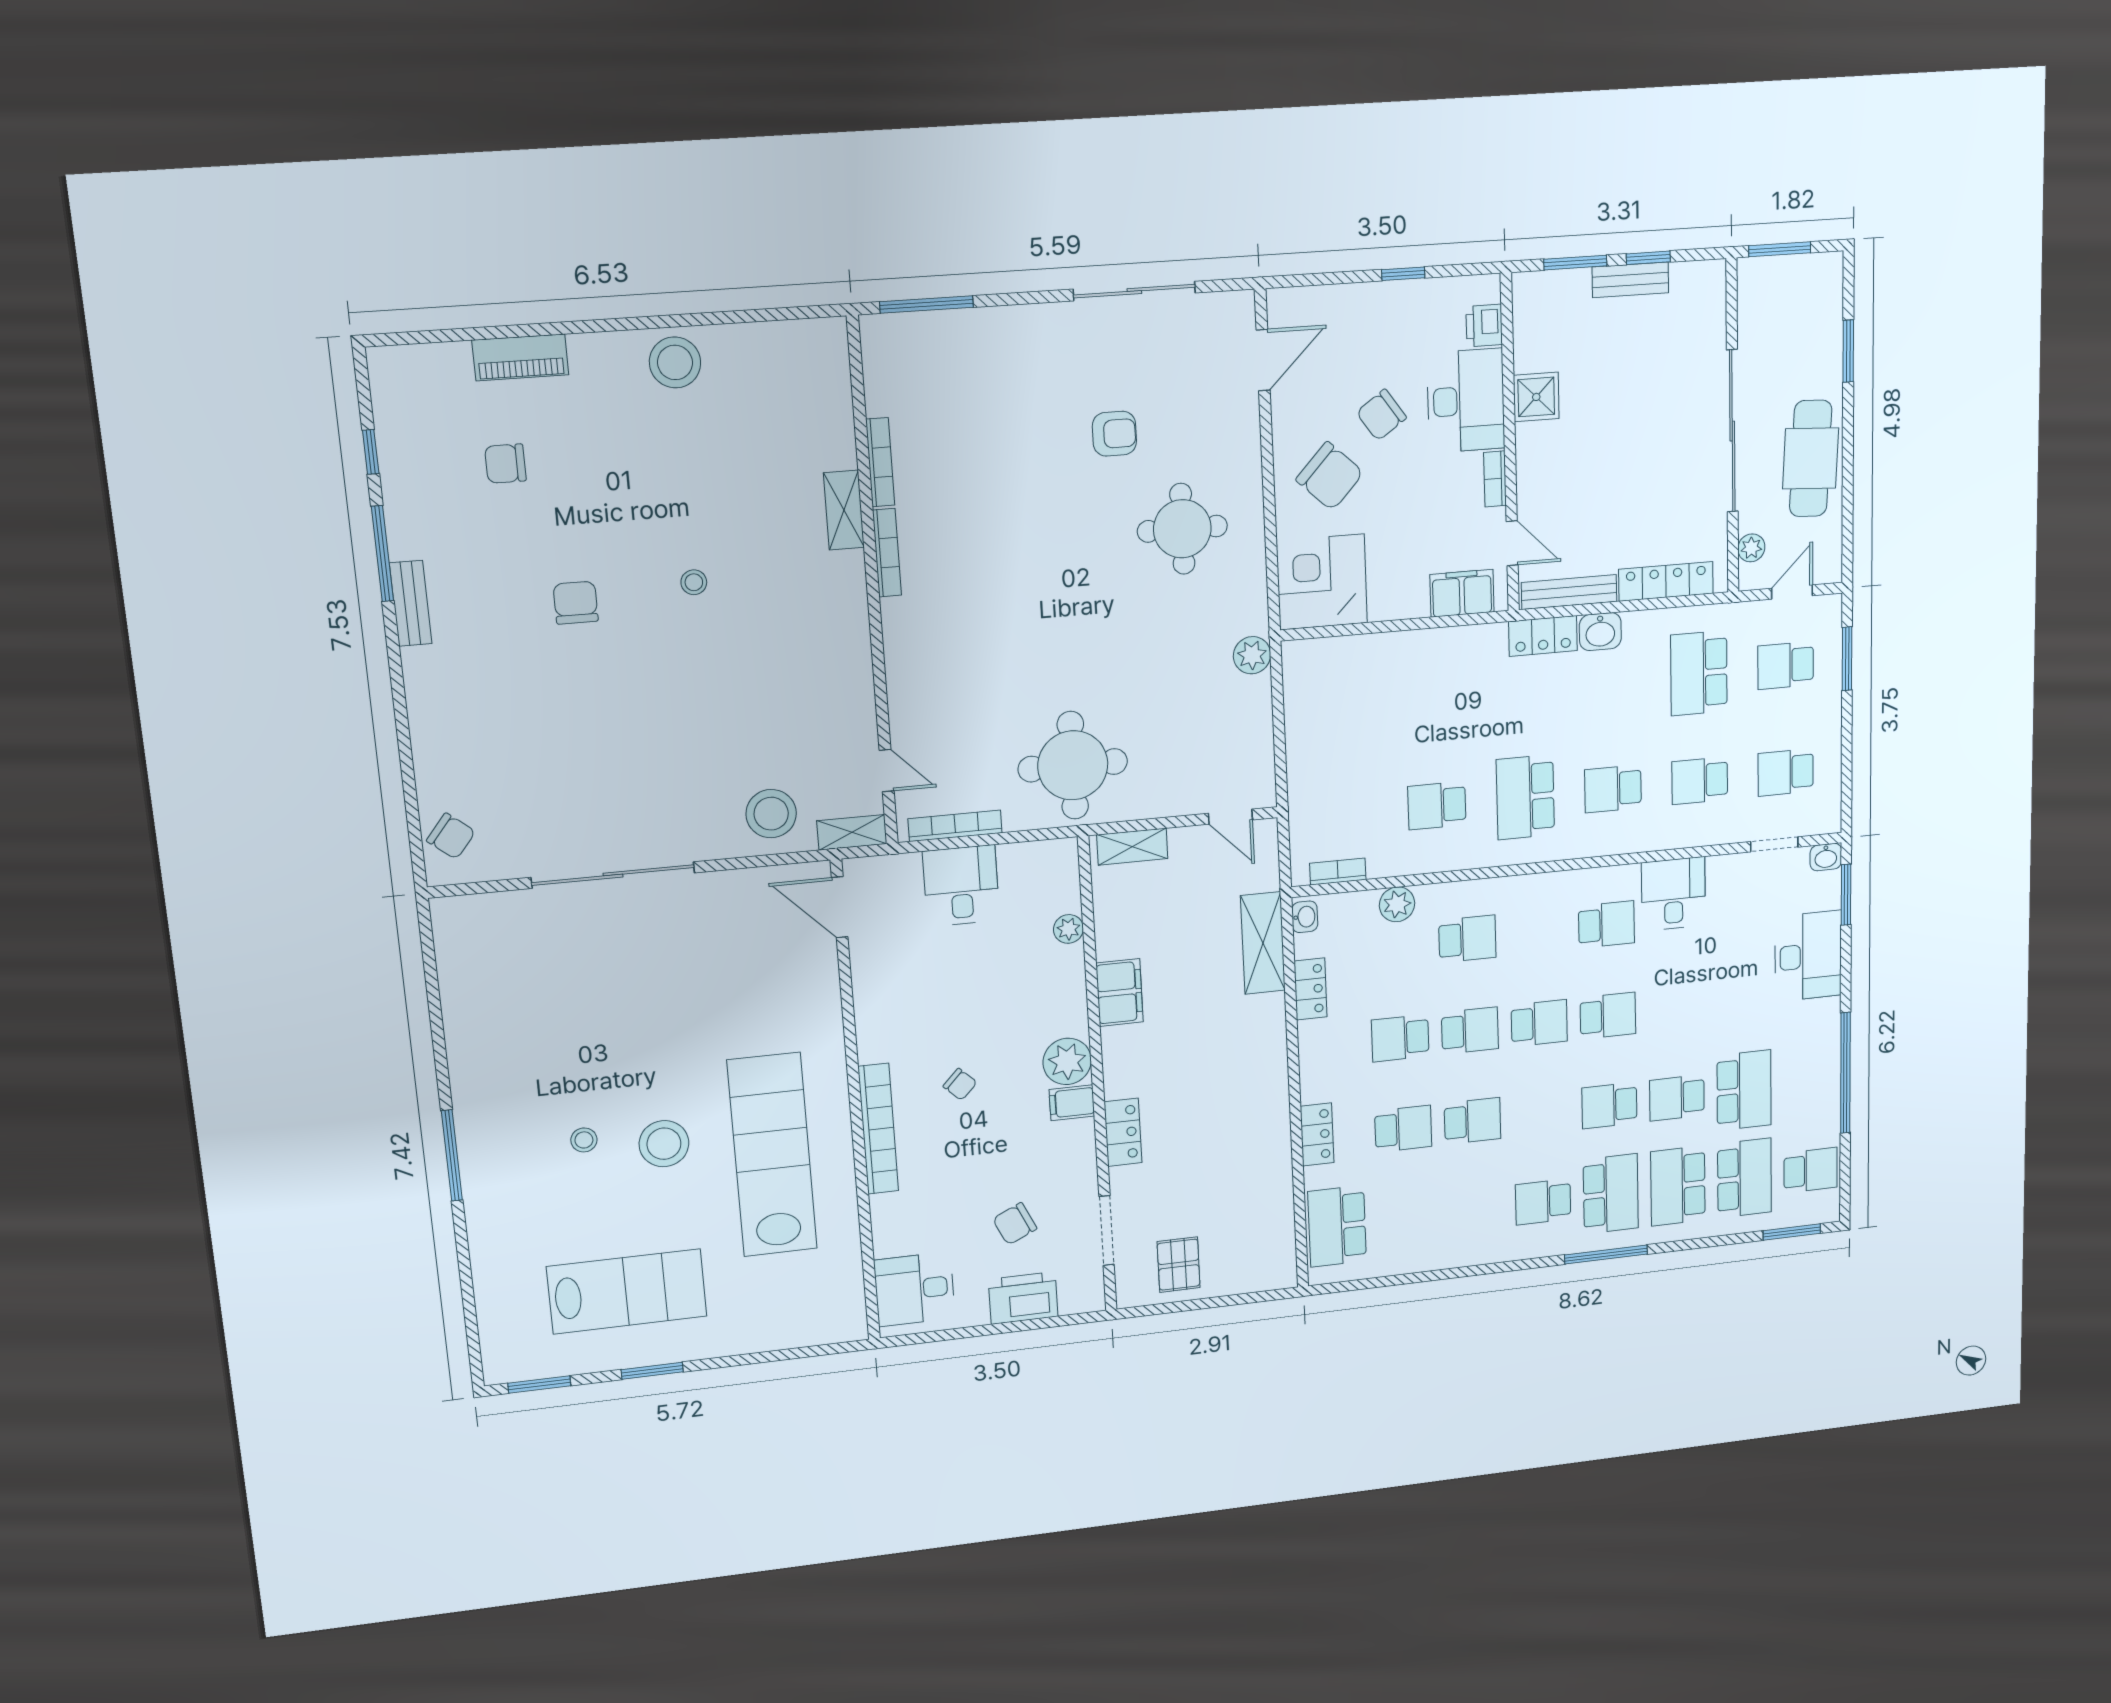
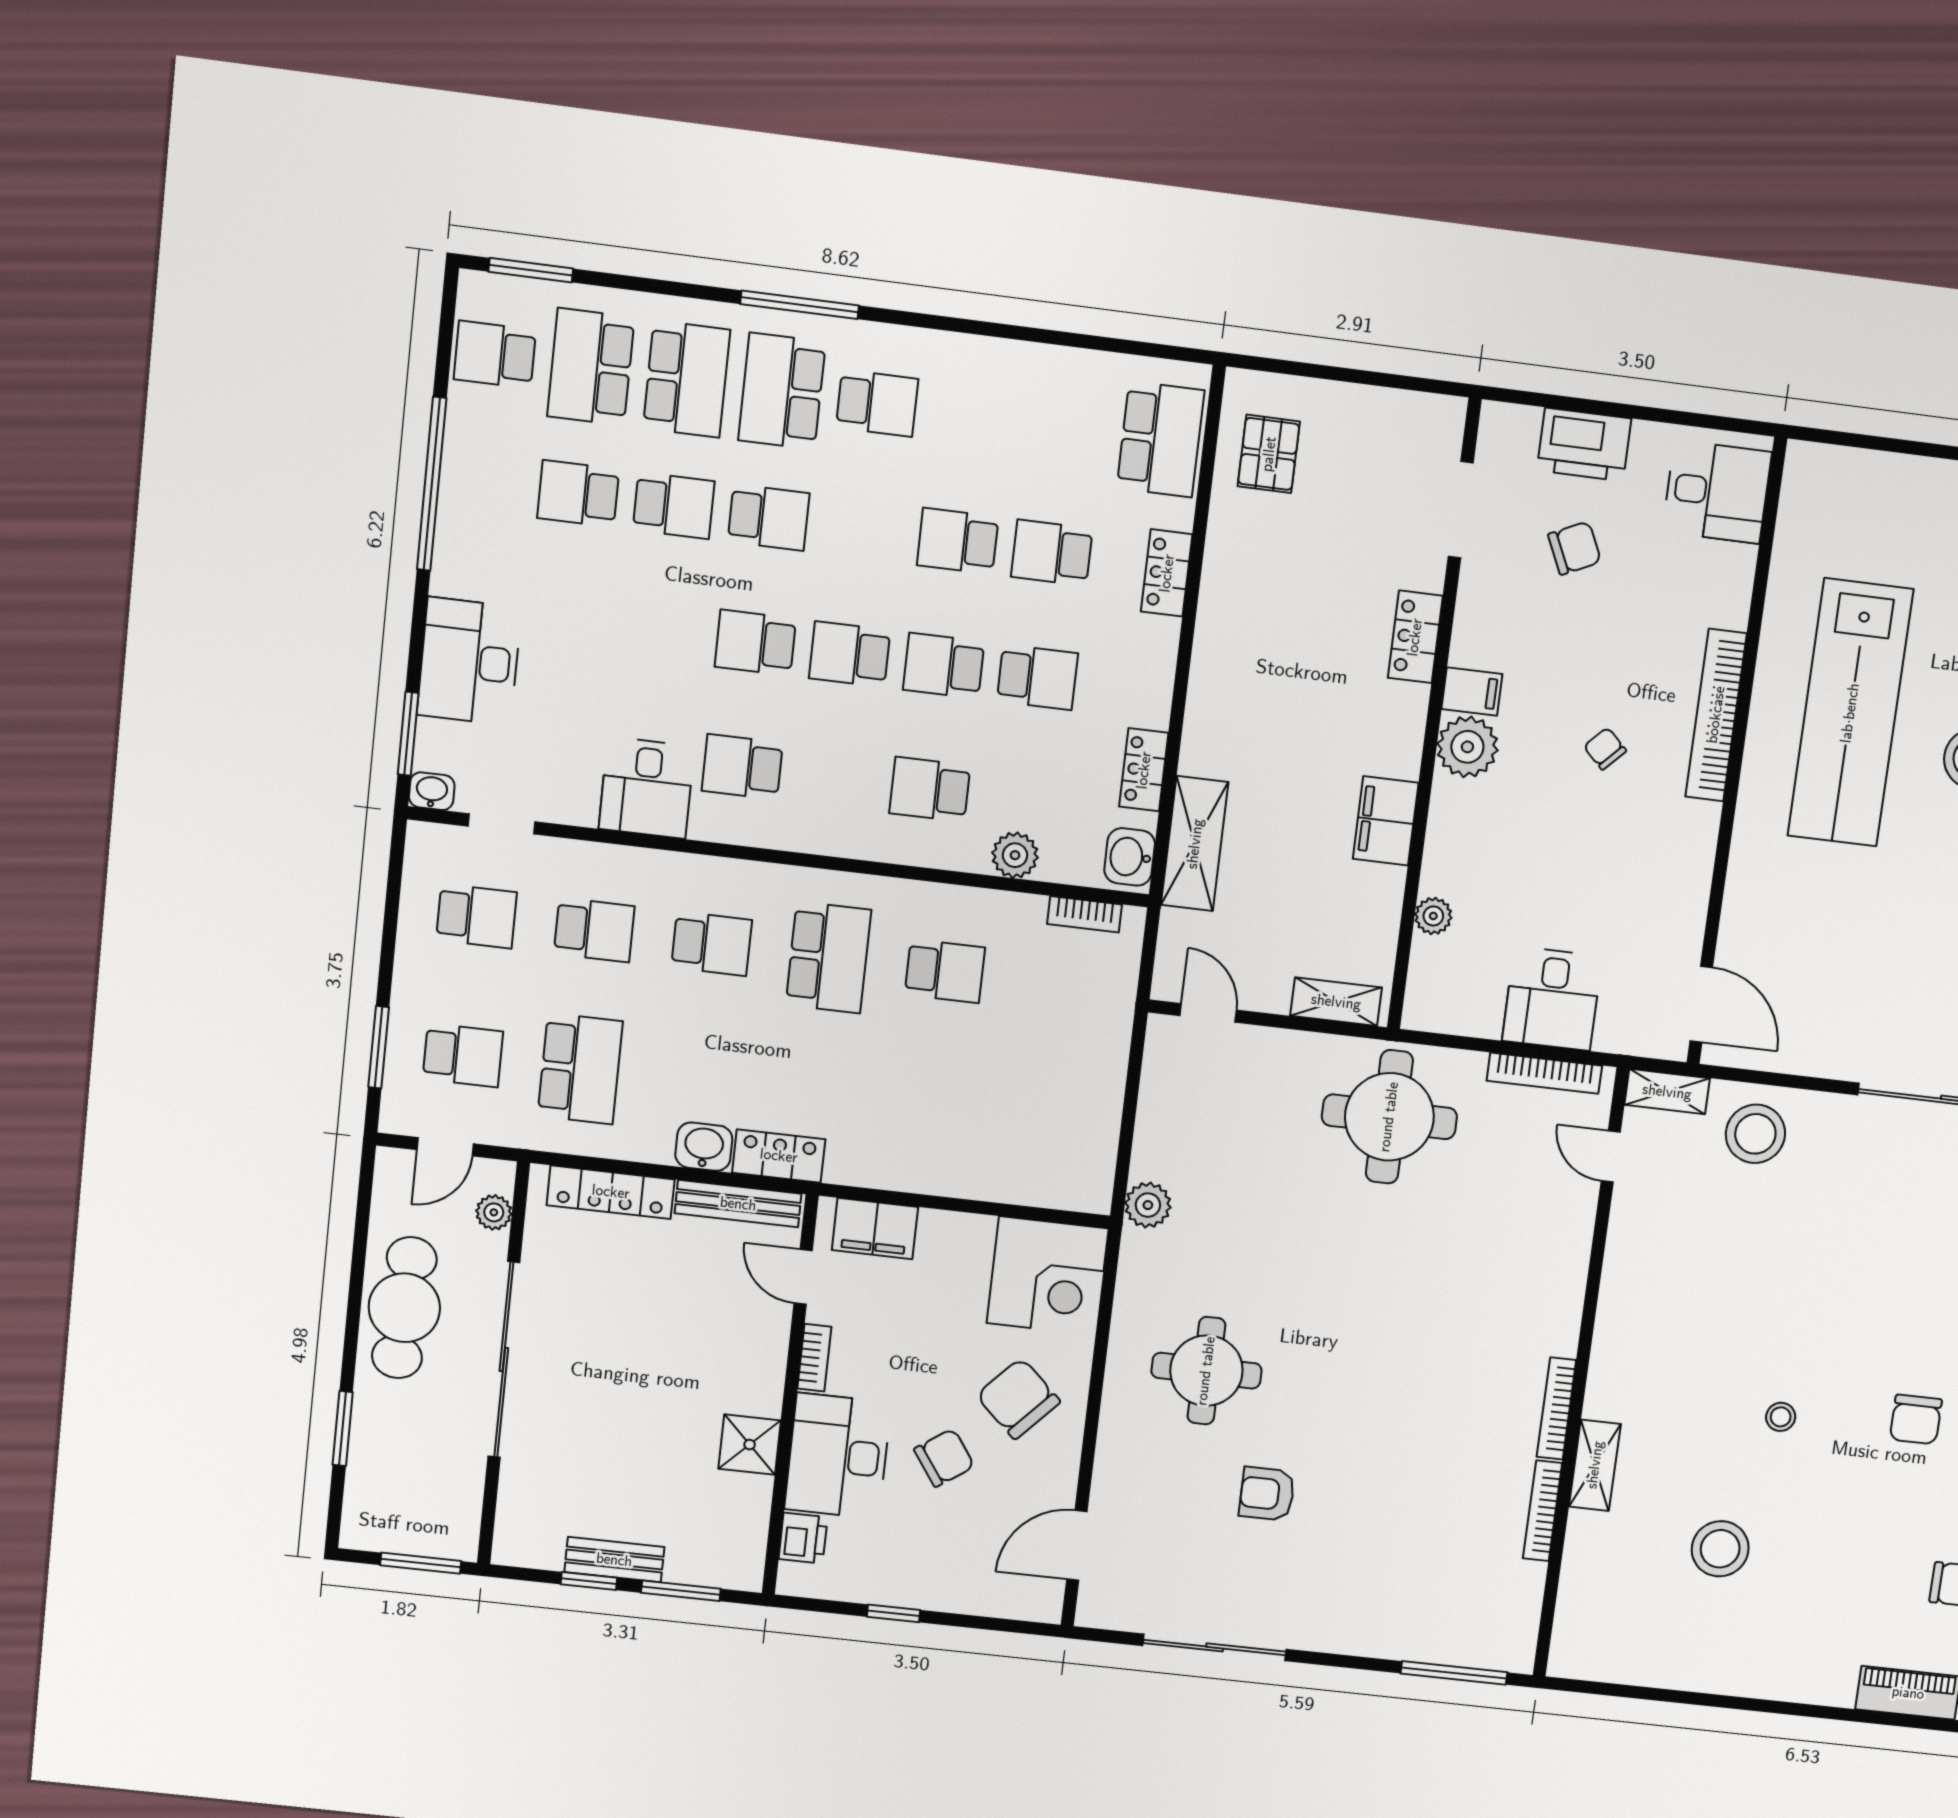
stool: (675, 362) -> (1720, 1549), moved
washbasin: (1305, 917) -> (1130, 857), width x1.38, depth x1.45
school desk: (1744, 1090) -> (578, 494), width x0.54
pallet: (1179, 1265) -> (1269, 454), moved

